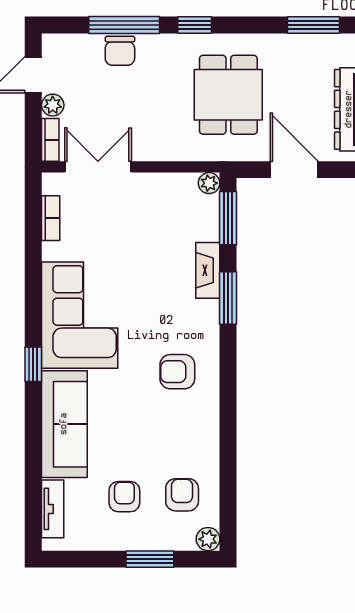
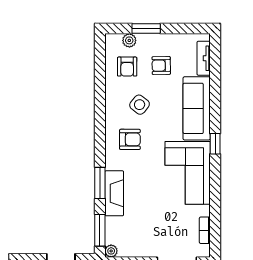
fireplace: (208, 270) -> (114, 193), width x1.37, depth x1.32
side table: (161, 430) -> (140, 105), added
armchair: (124, 497) -> (161, 66), turned 89
plant: (208, 539) -> (129, 40), moved

